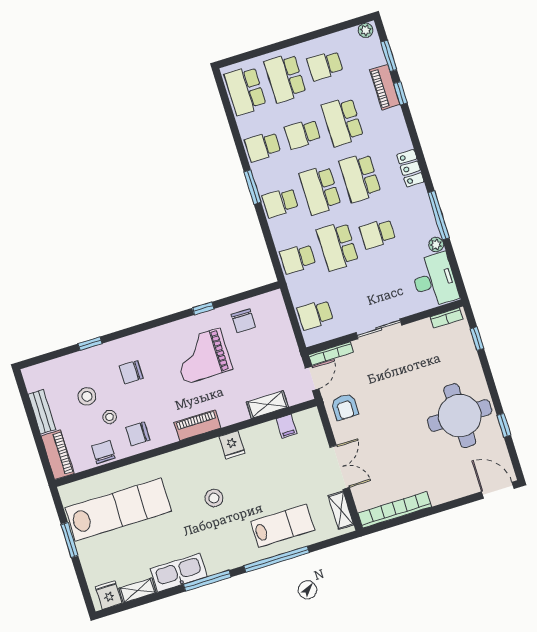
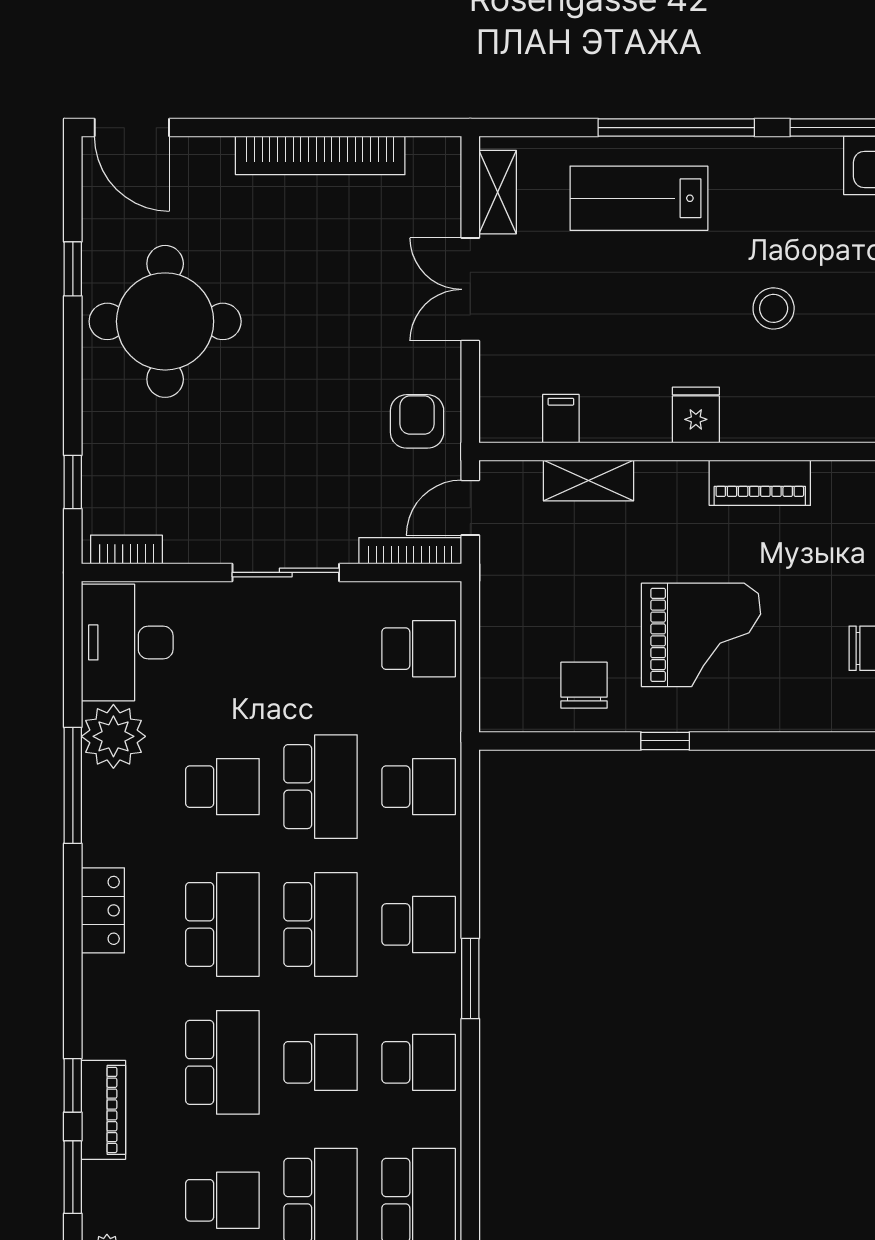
plant: (436, 245) -> (113, 736), width x1.88, depth x1.88
bookcase: (395, 510) -> (320, 155), moved

